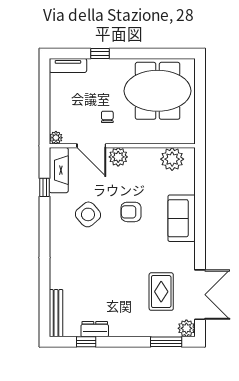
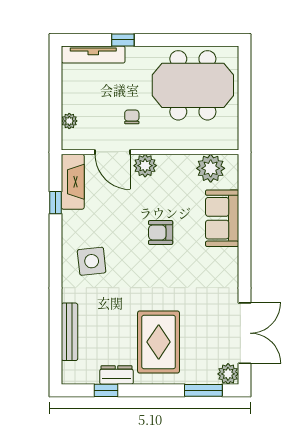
tv unit: (68, 65) -> (93, 55), width x1.41
plant: (56, 138) -> (69, 121), moved
side table: (88, 214) -> (92, 261), moved, turned 35
sofa: (182, 218) -> (222, 218), moved
rug: (161, 292) -> (159, 342), moved, width x1.36, depth x1.43
bench: (56, 313) -> (69, 332), moved

